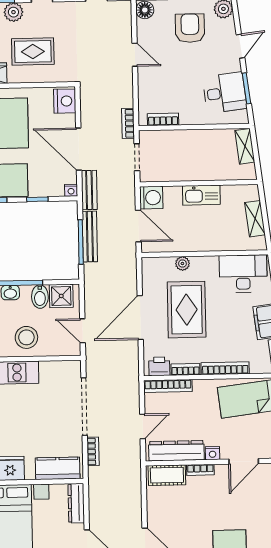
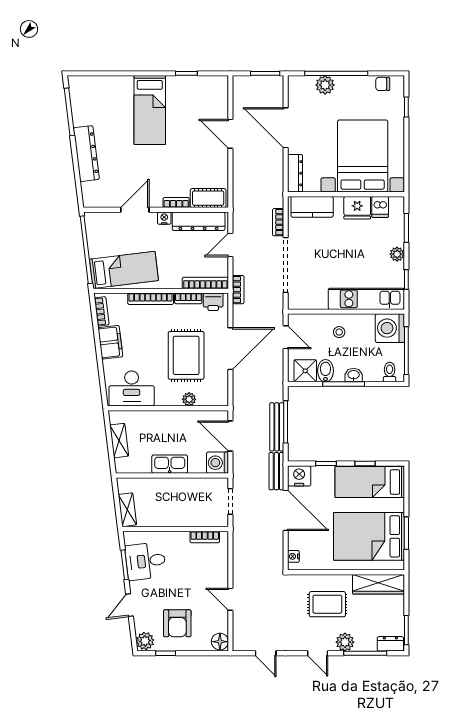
nightstand: (65, 101) -> (293, 556), width x0.53, depth x0.56
bookcase: (128, 123) -> (238, 290), moved
nightstand: (71, 190) -> (299, 476), width x1.89, depth x1.79
stool: (26, 337) -> (339, 332), width x0.53, depth x0.53

